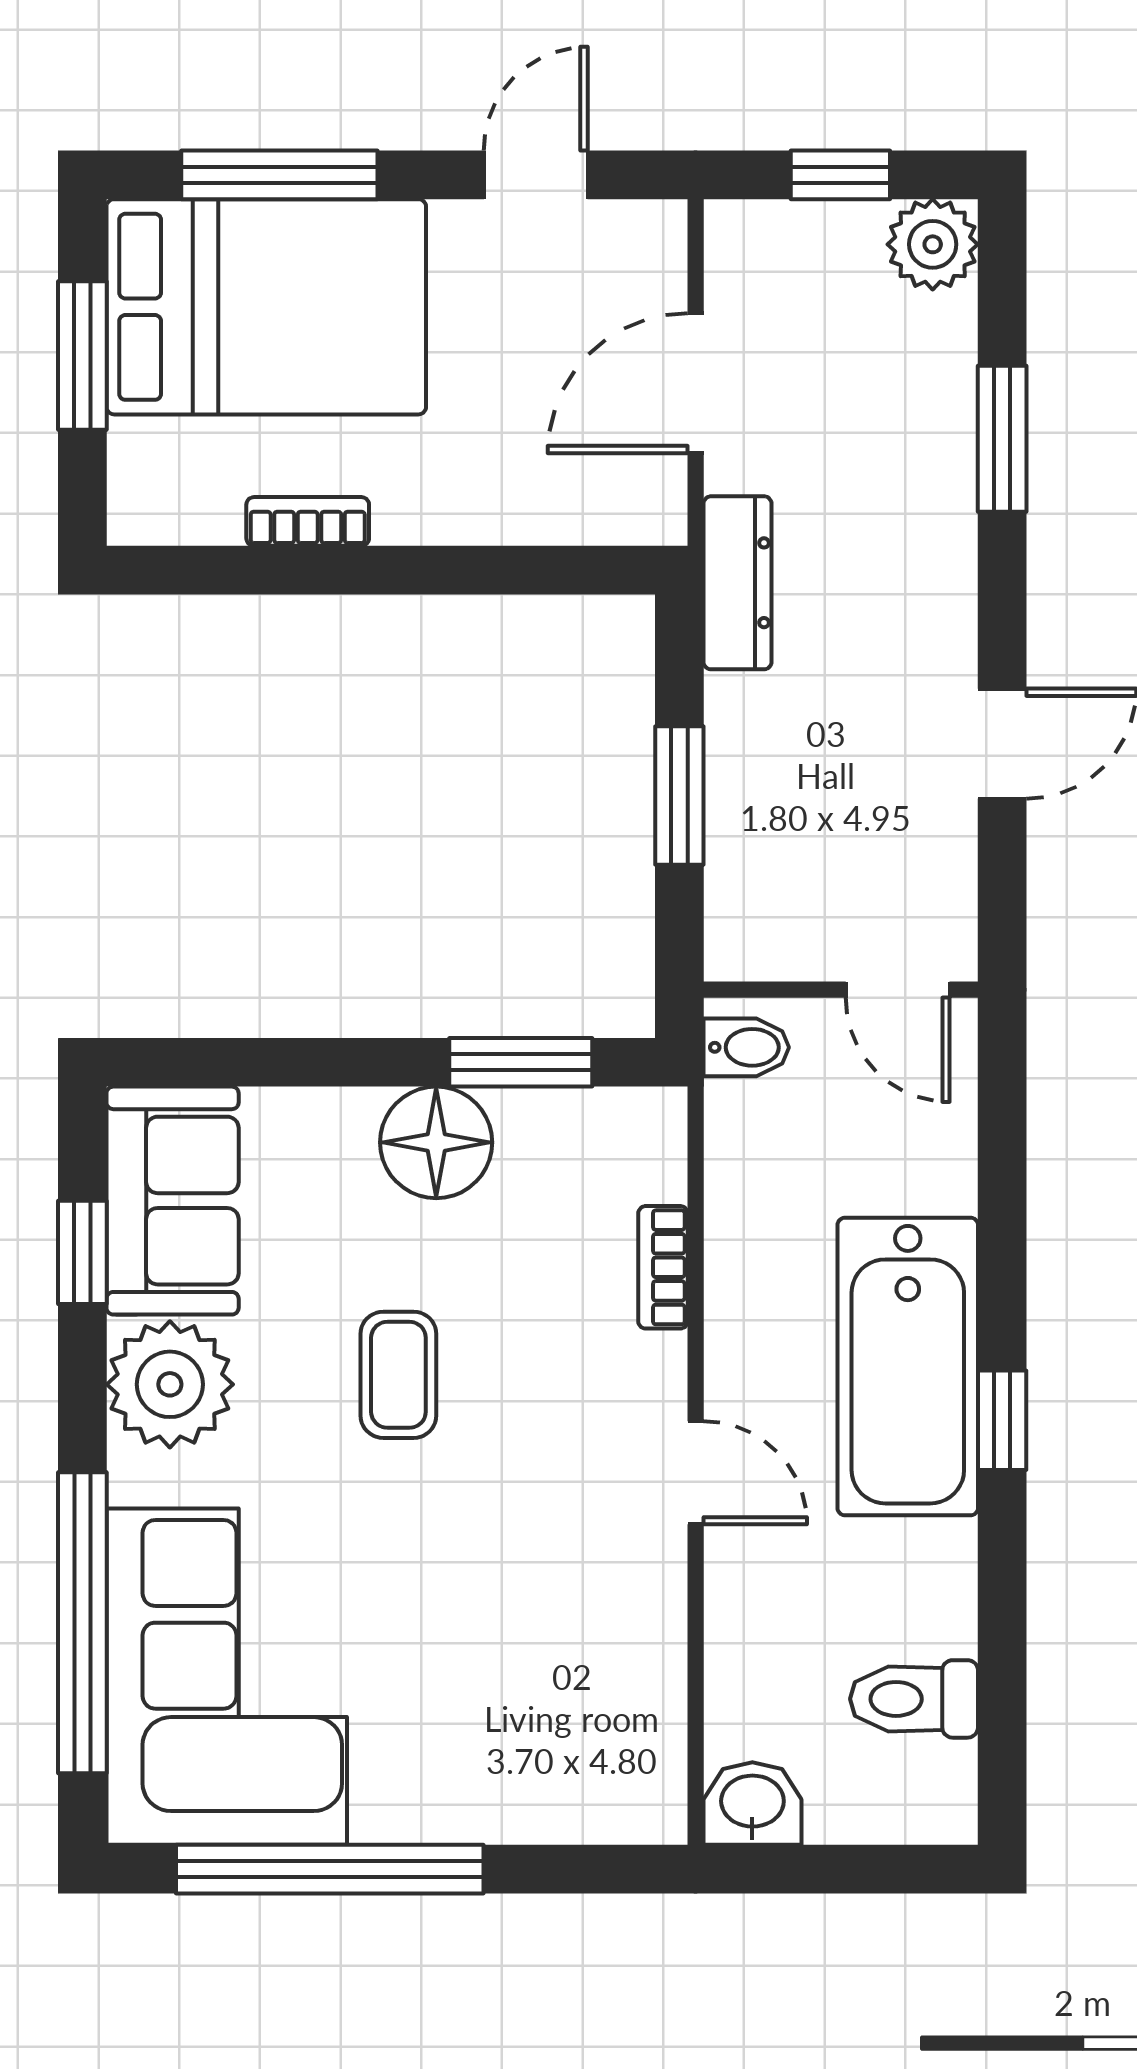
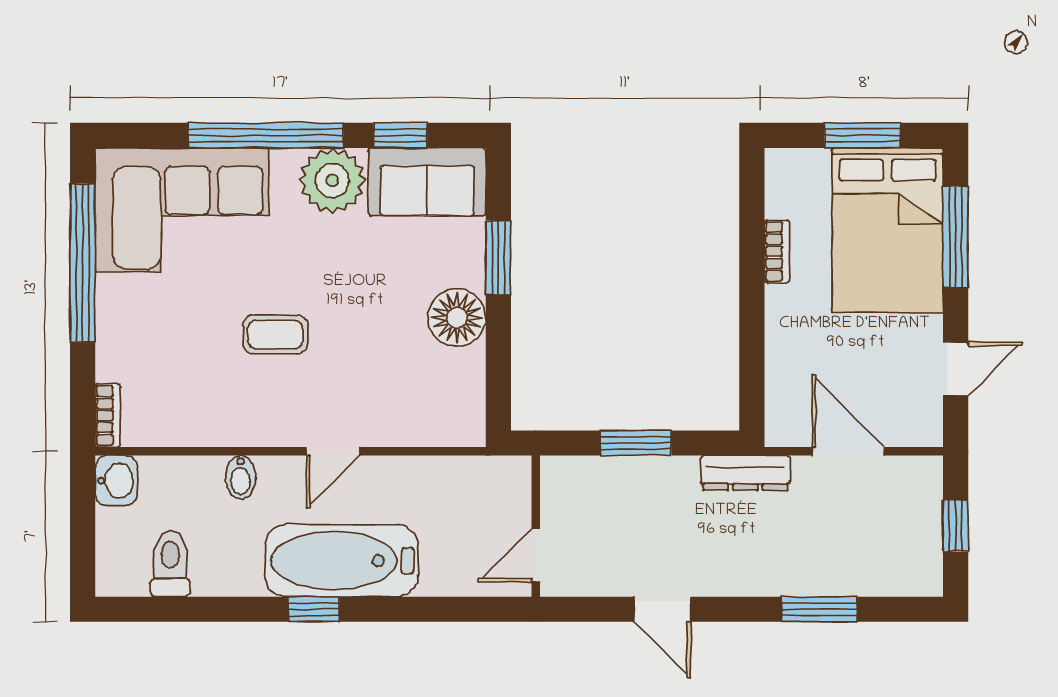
door: (536, 175) -> (956, 369), hinge flipped
plant: (933, 244) -> (920, 573), removed
bidet: (746, 1047) -> (241, 477), moved
window: (521, 1062) -> (498, 258), moved
bookcase: (663, 1267) -> (108, 415), moved, turned 90
coffee table: (398, 1375) -> (275, 334), moved
door: (696, 1473) -> (333, 451), moved
window: (82, 1623) -> (266, 135), moved

